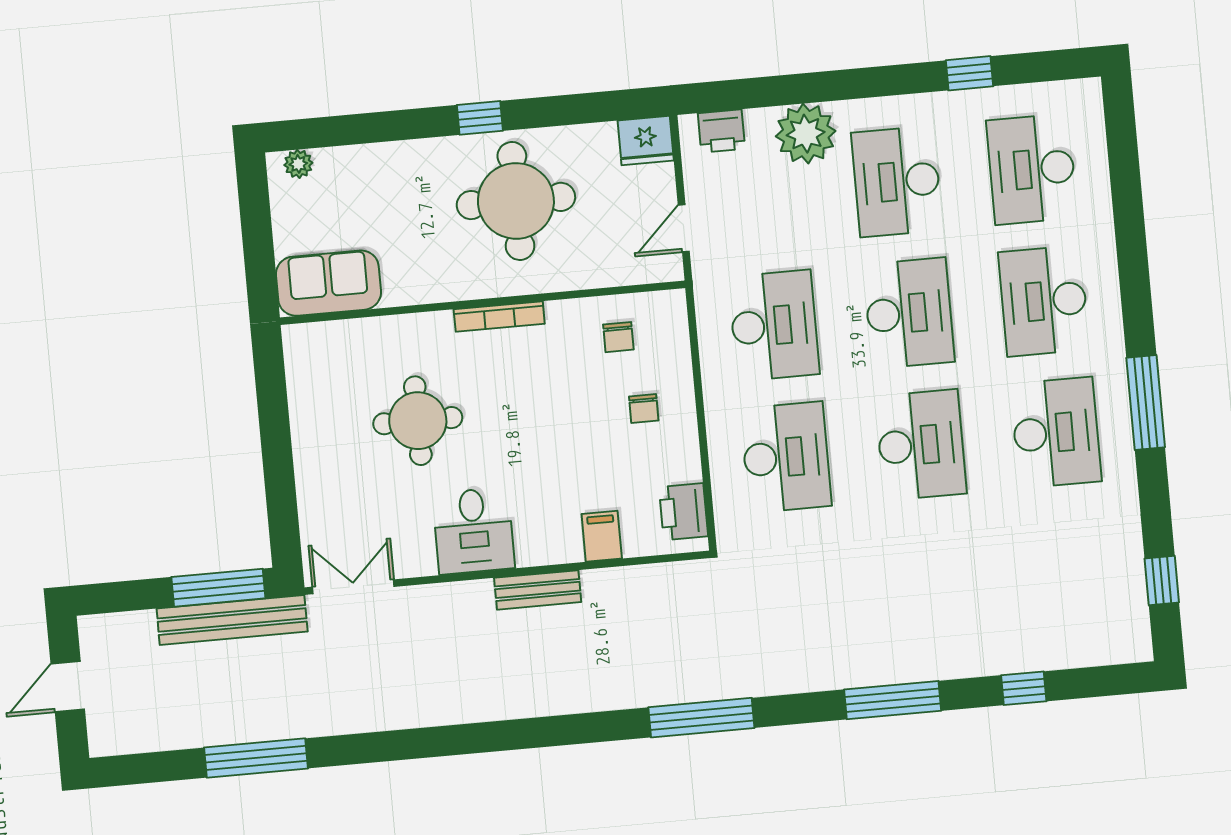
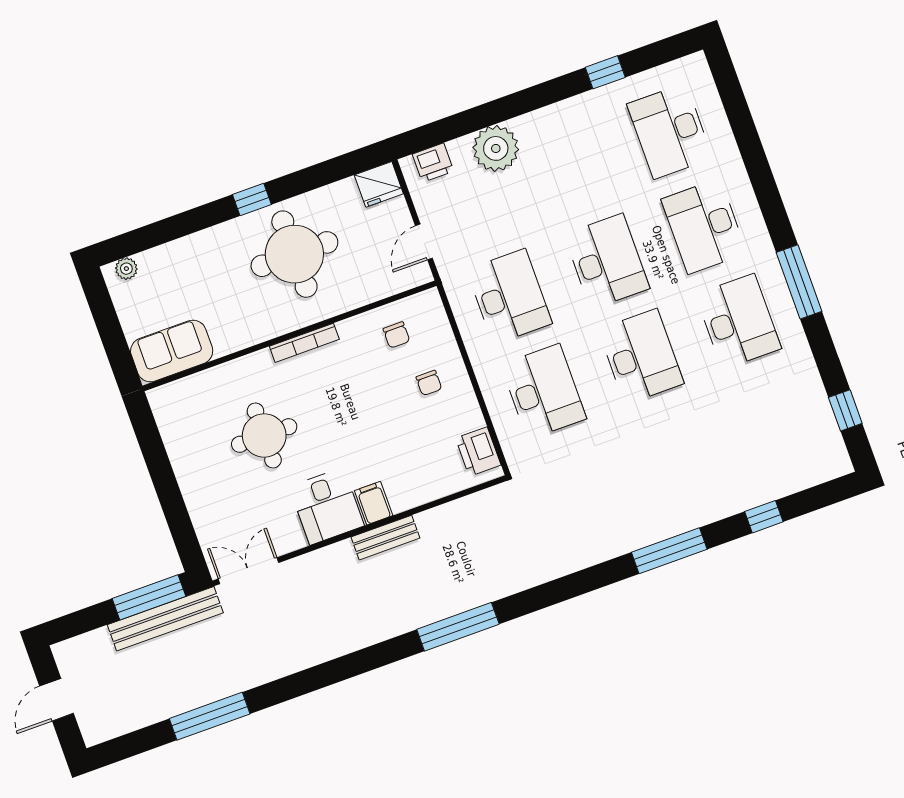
desk: (897, 181) -> (572, 166), removed
filing cabinet: (602, 536) -> (374, 503), moved
window: (701, 718) -> (458, 627), moved

